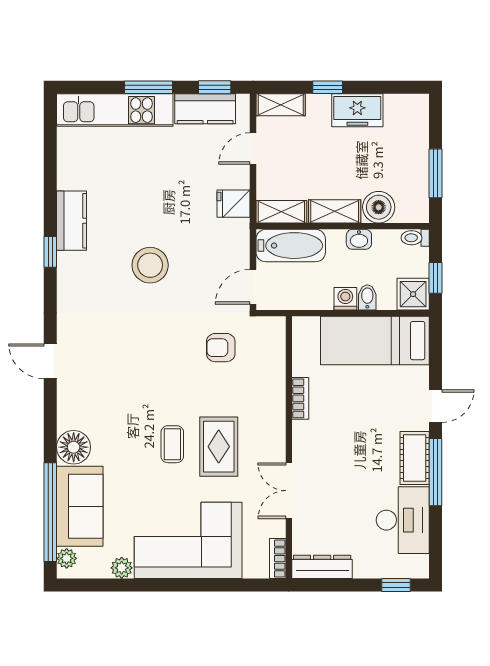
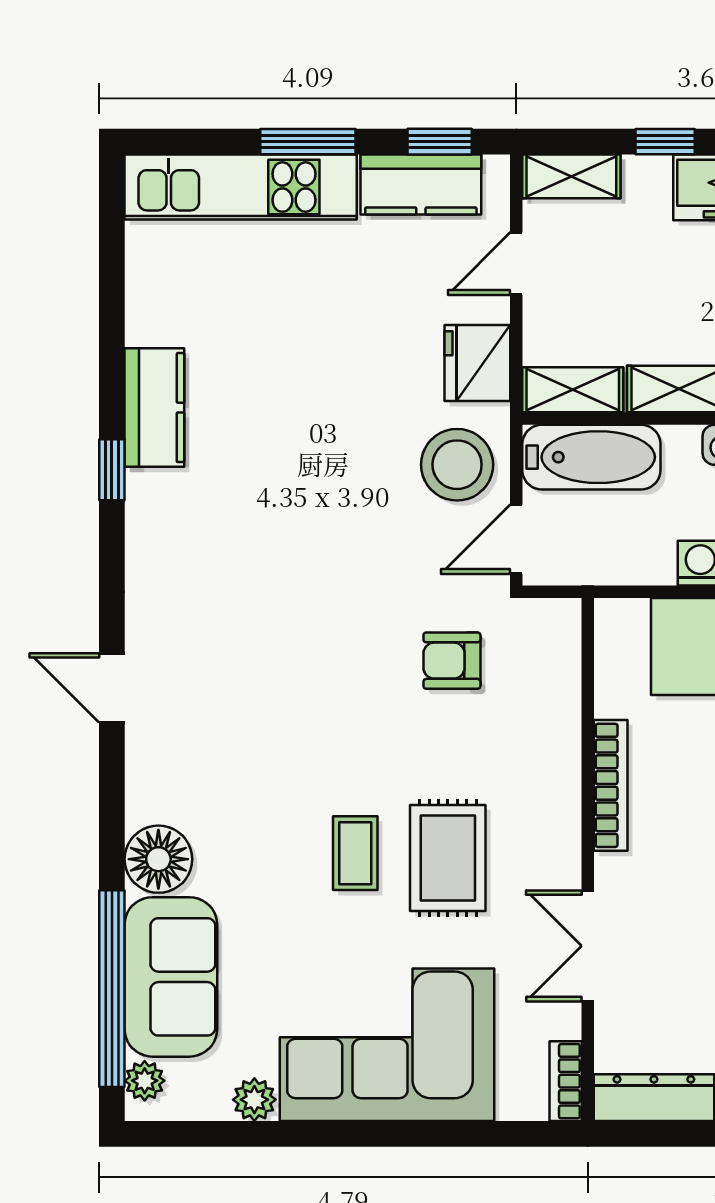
fridge: (234, 204) -> (477, 363), width x1.38
stool: (150, 265) -> (457, 465), moved
bookcase: (300, 398) -> (611, 785), width x1.56

